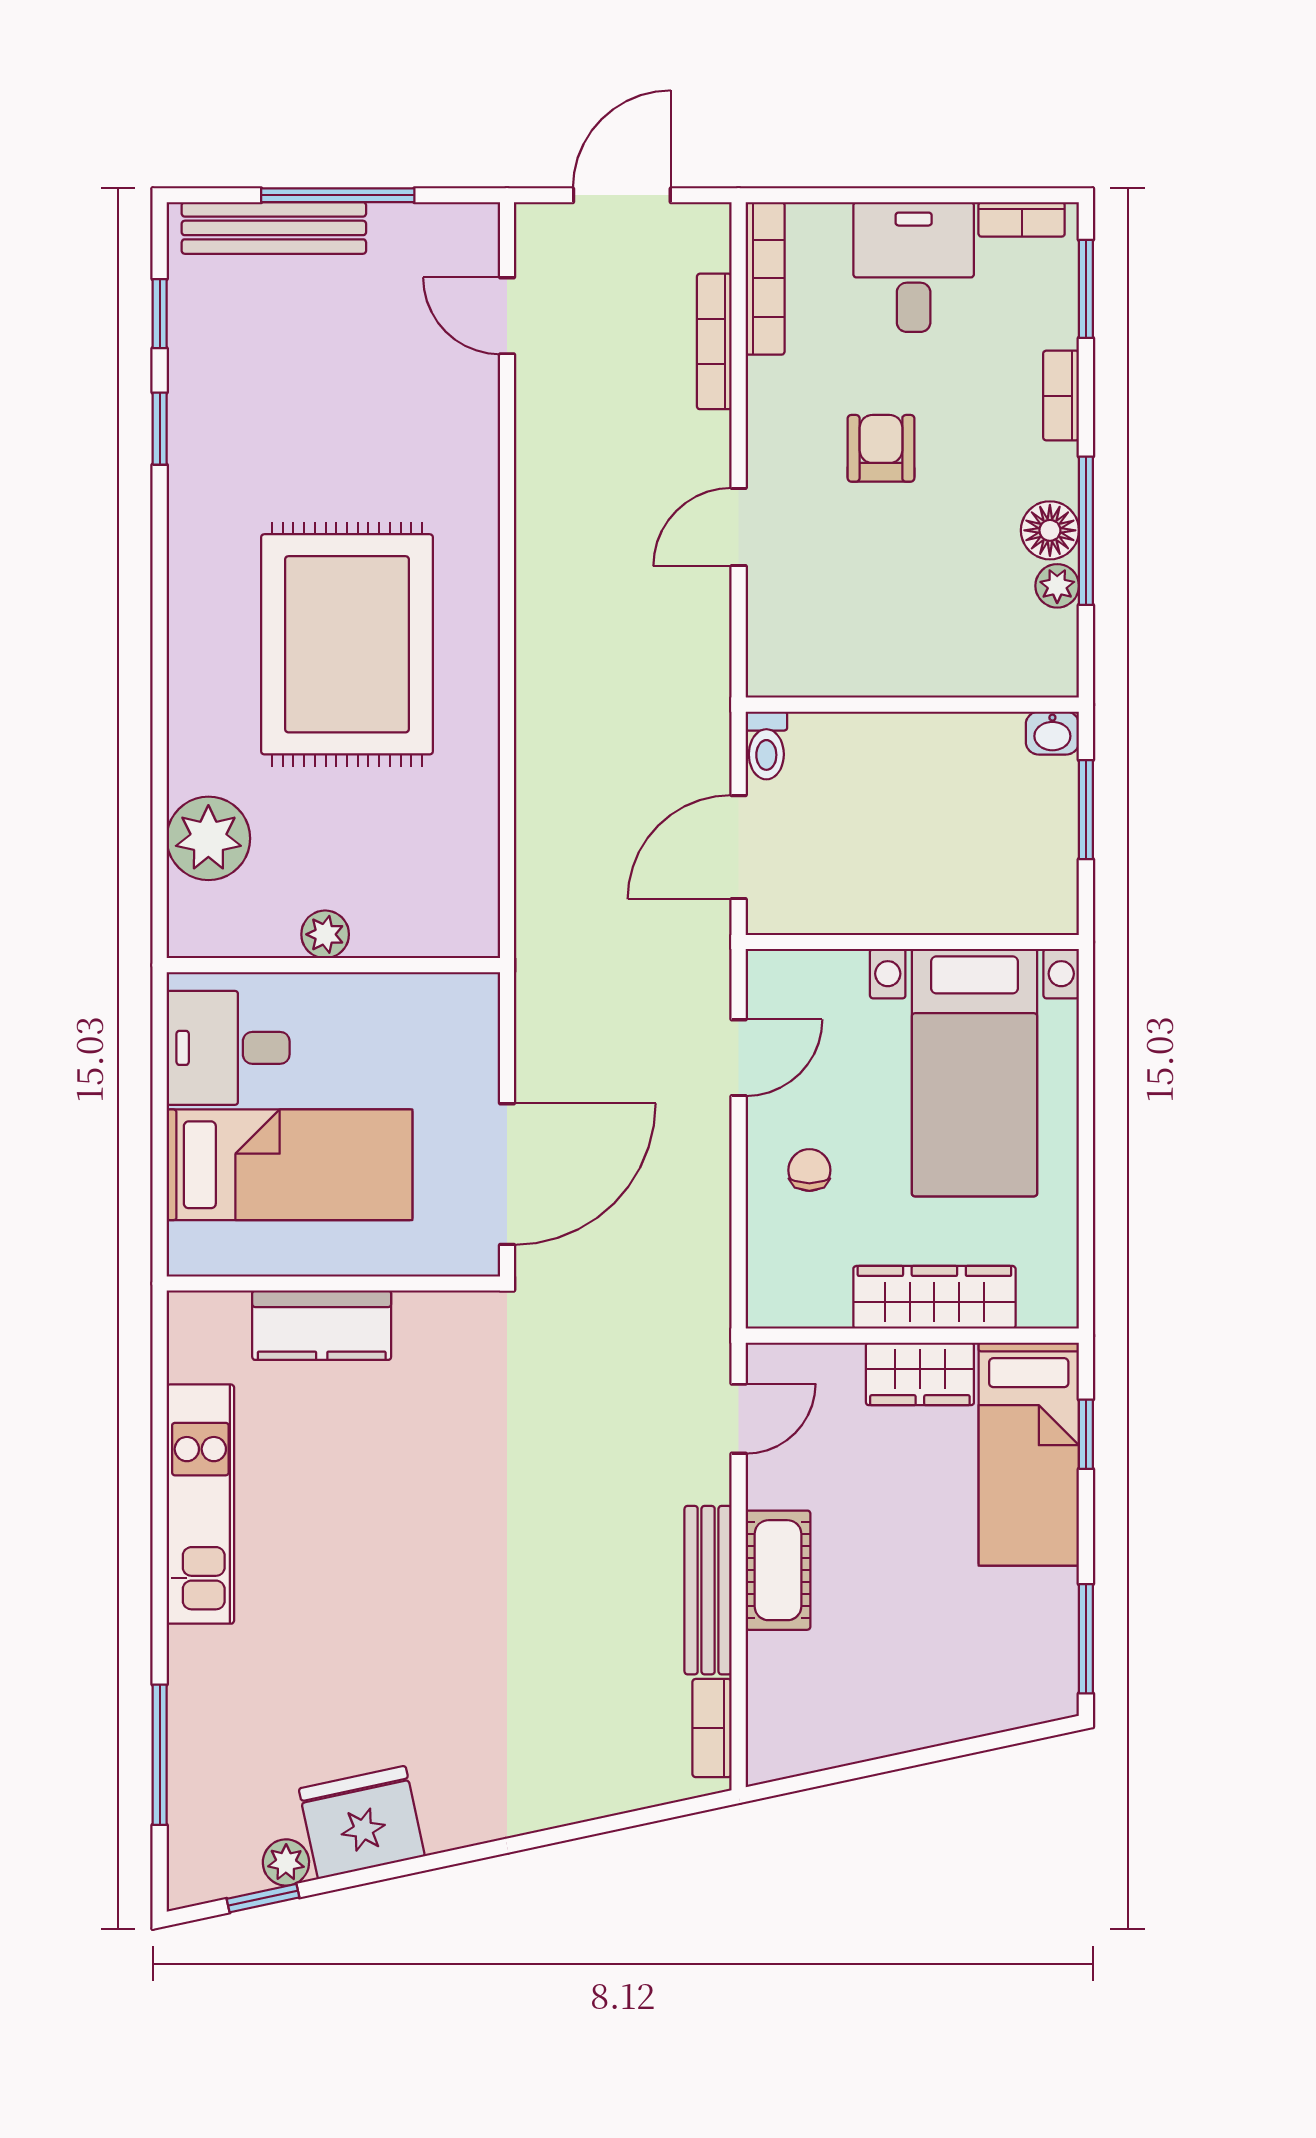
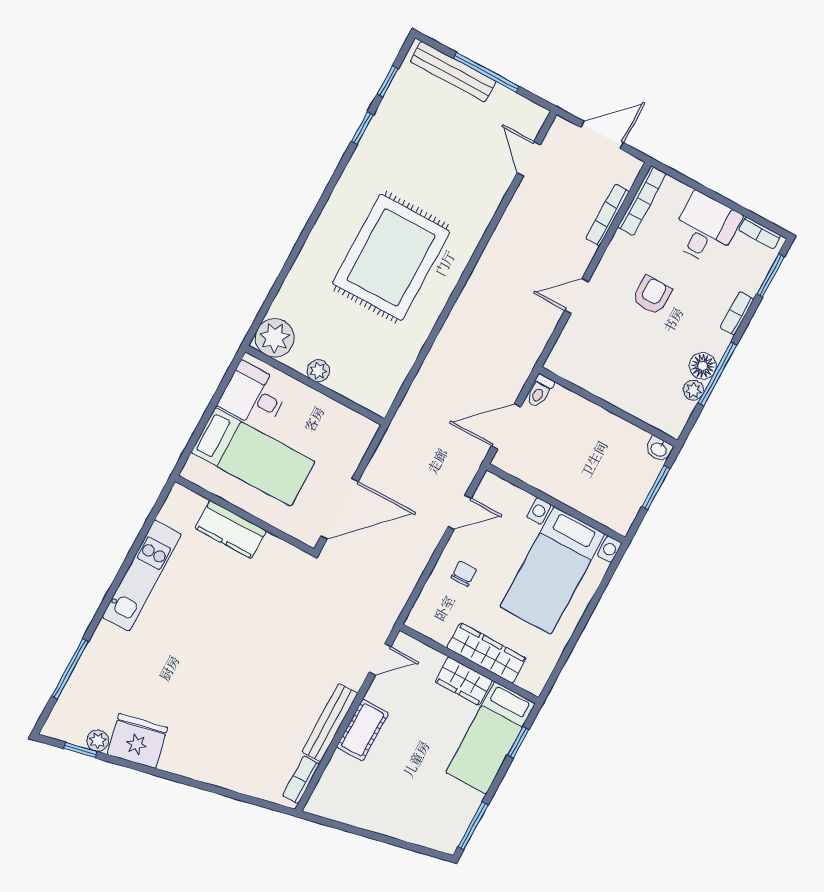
plant: (208, 838) -> (275, 338), moved

